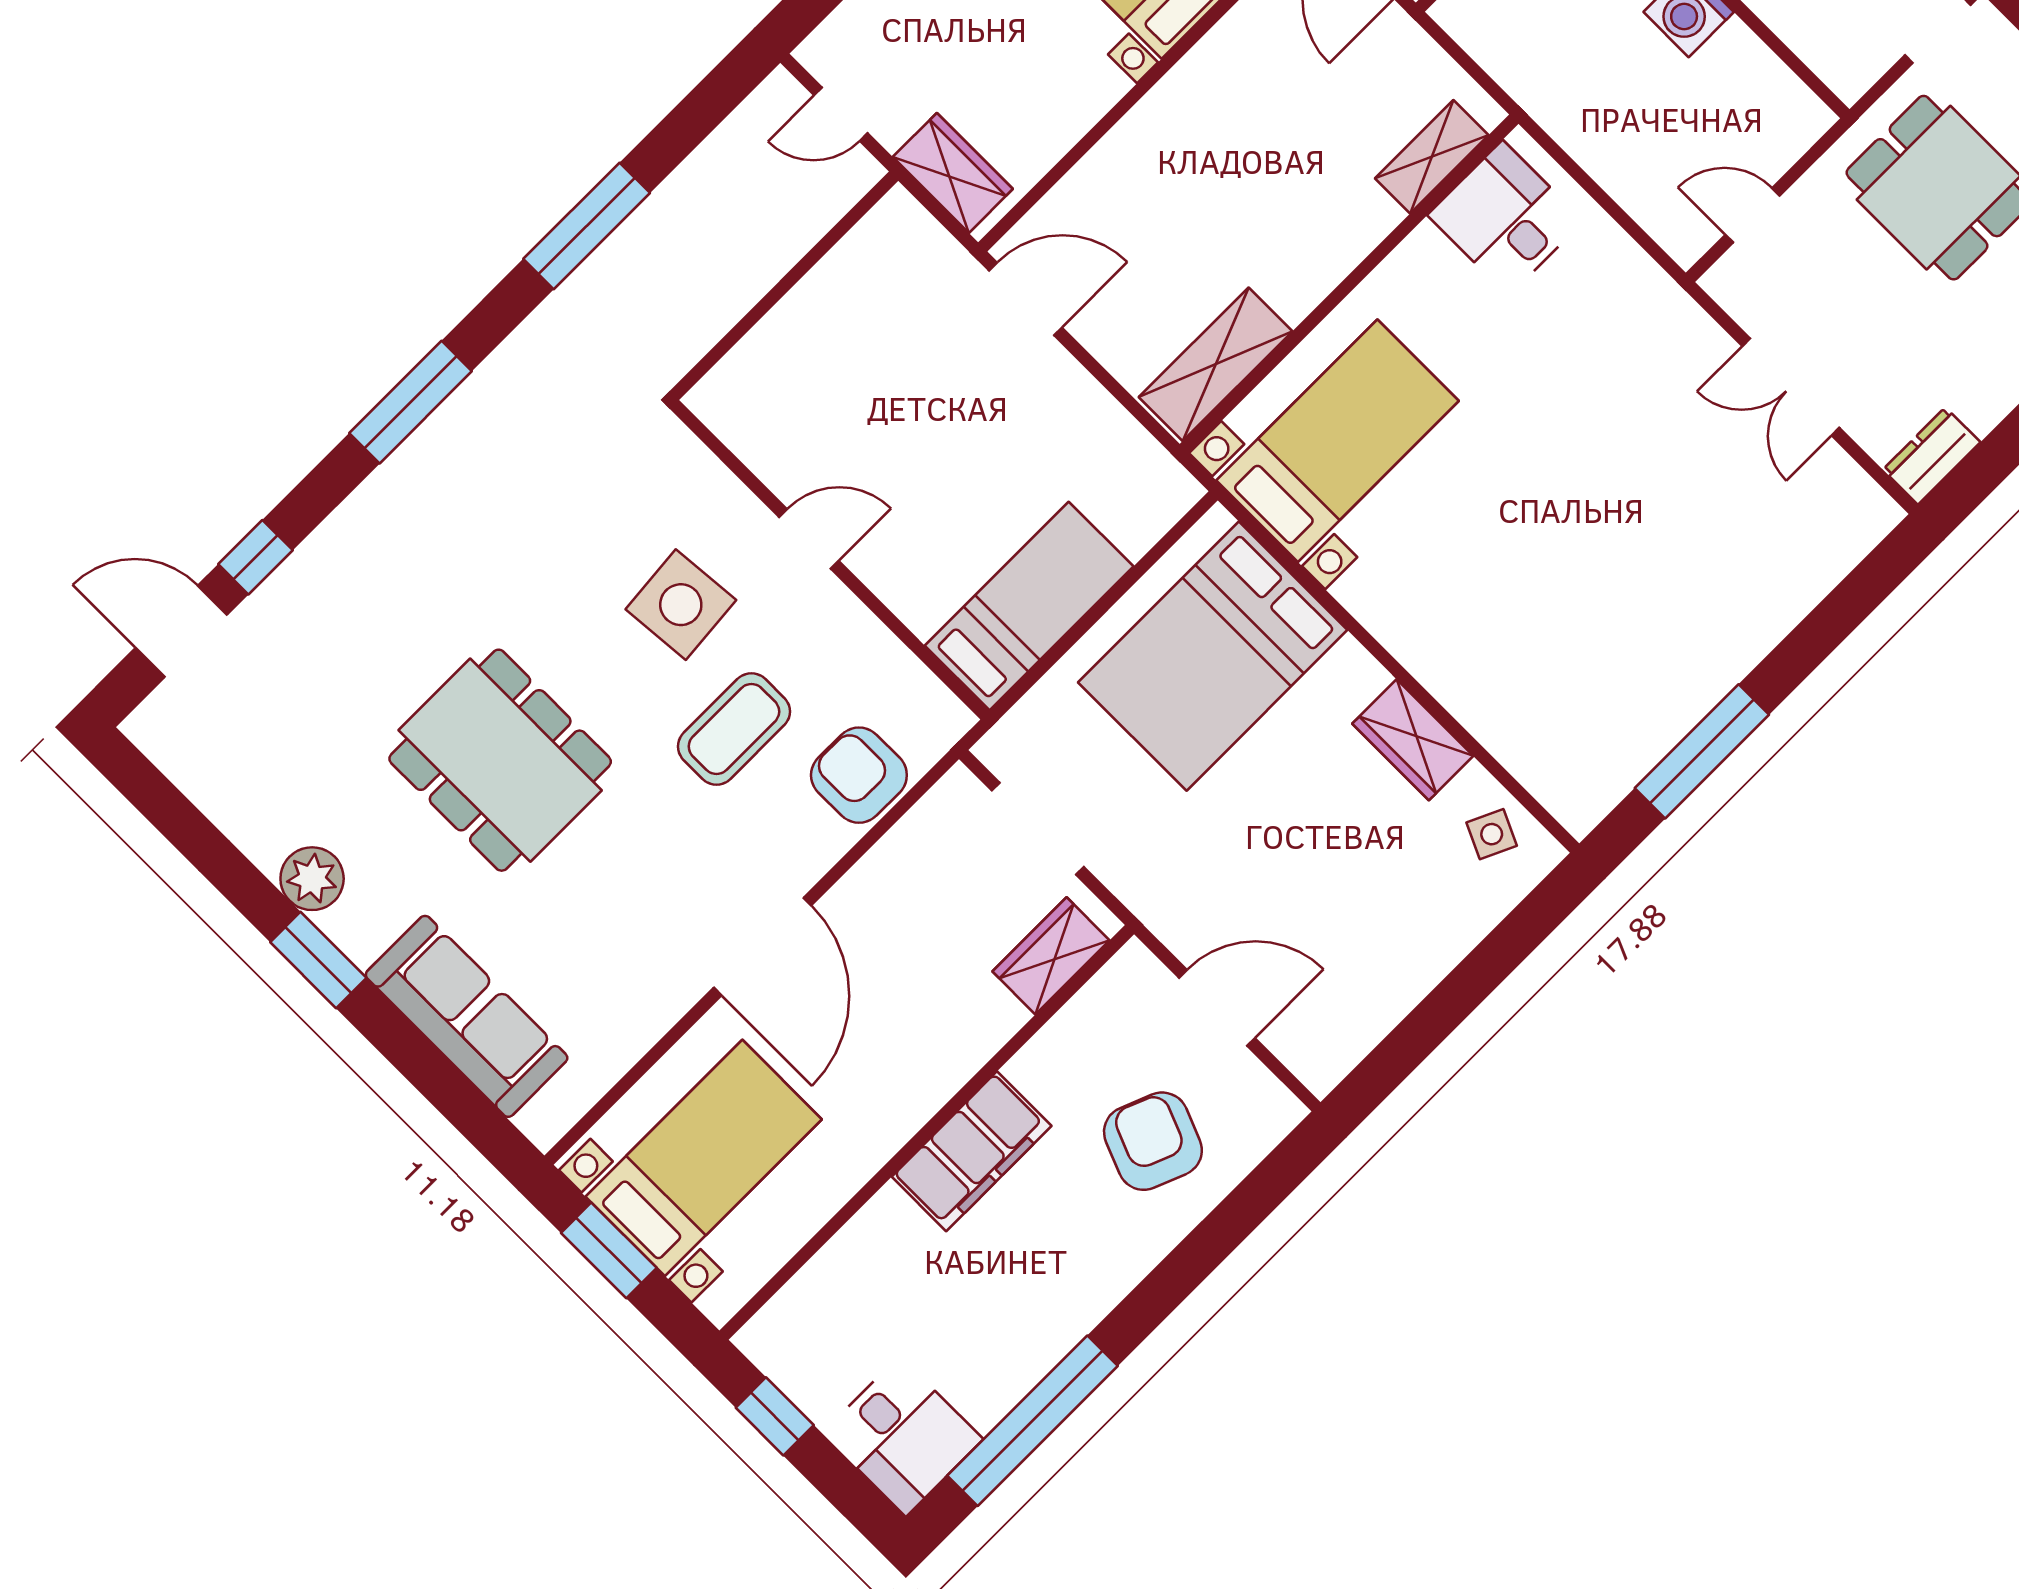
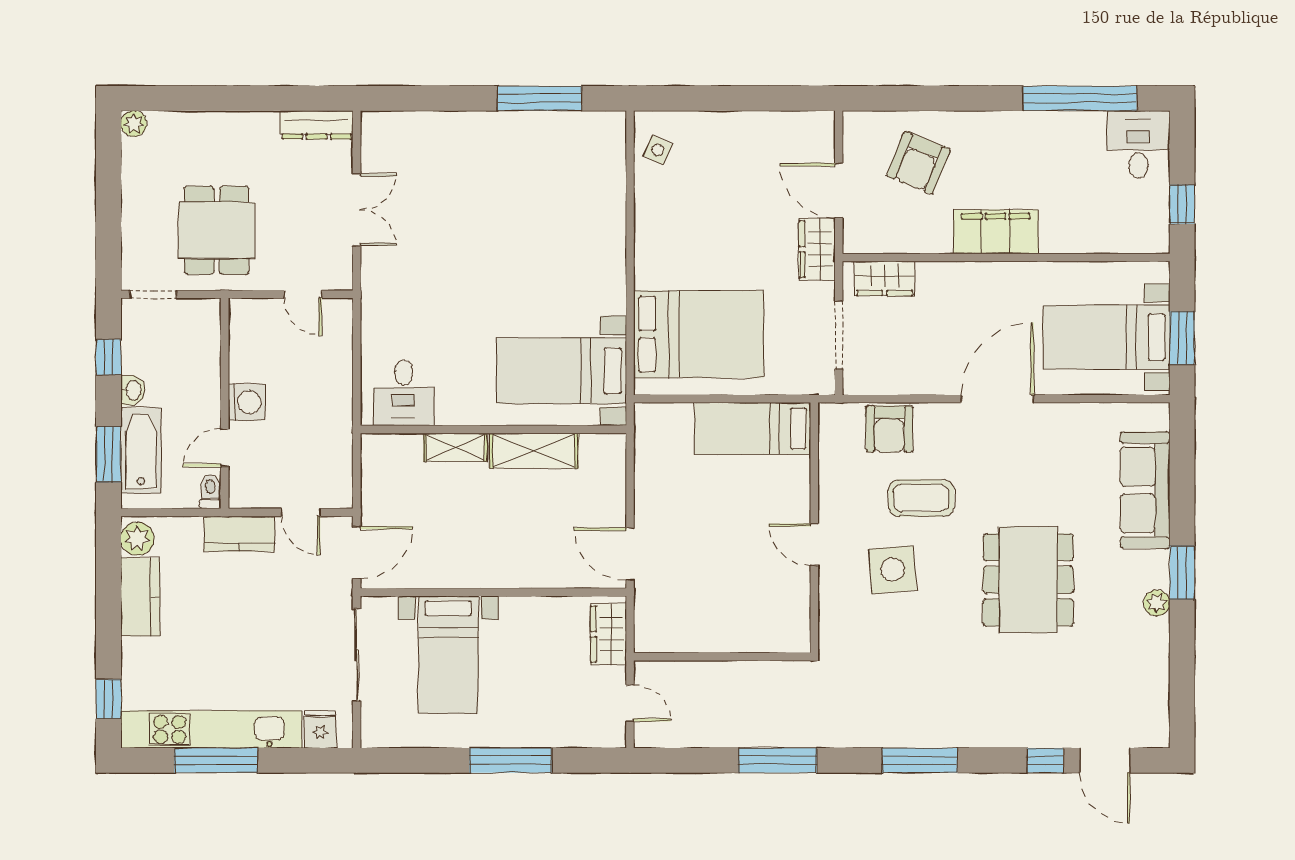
shelving: (1432, 157) -> (455, 447), moved
shelving: (1216, 364) -> (534, 451), moved
dresser: (1932, 456) -> (317, 125), width x1.44
wardrobe: (1413, 740) -> (817, 249), moved, turned 180
plant: (312, 879) -> (1157, 603), width x0.73, depth x0.73

